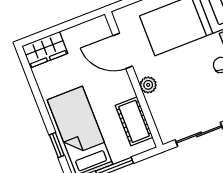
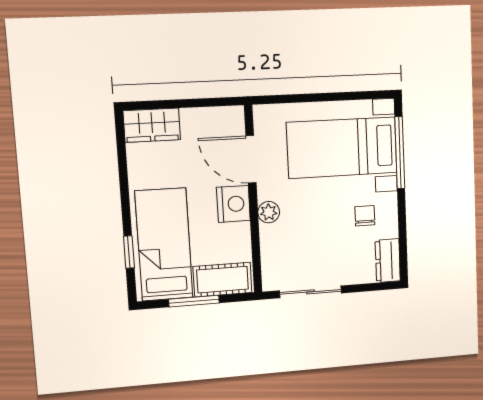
nightstand: (120, 87) -> (233, 204), added
cot: (134, 121) -> (223, 280), moved, turned 90

